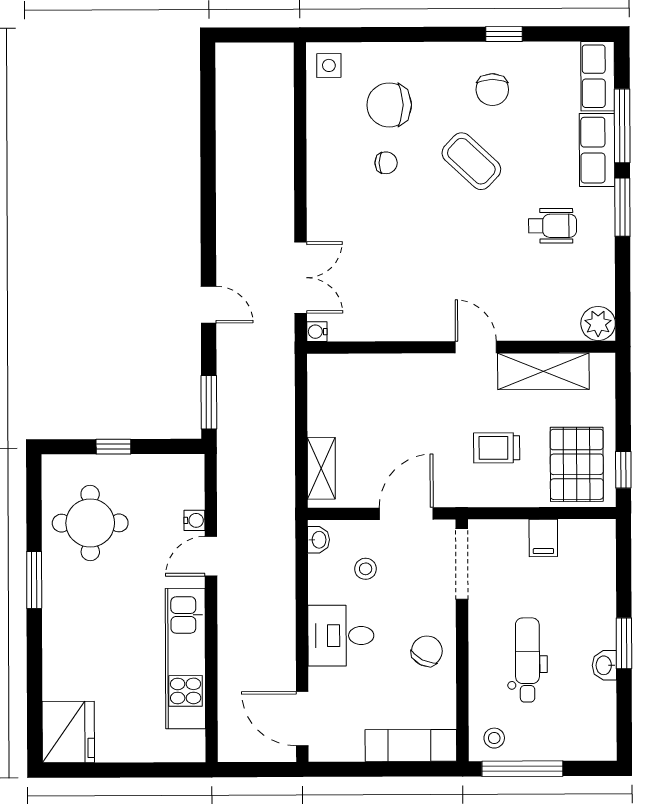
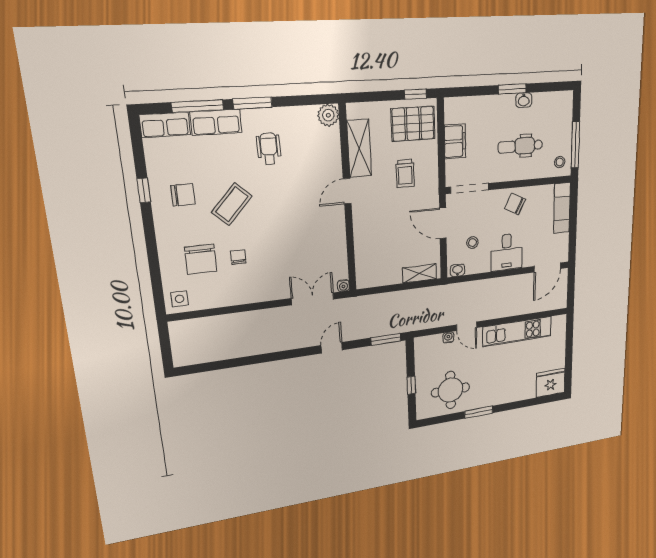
filing cabinet: (543, 538) -> (455, 141), width x2.00

